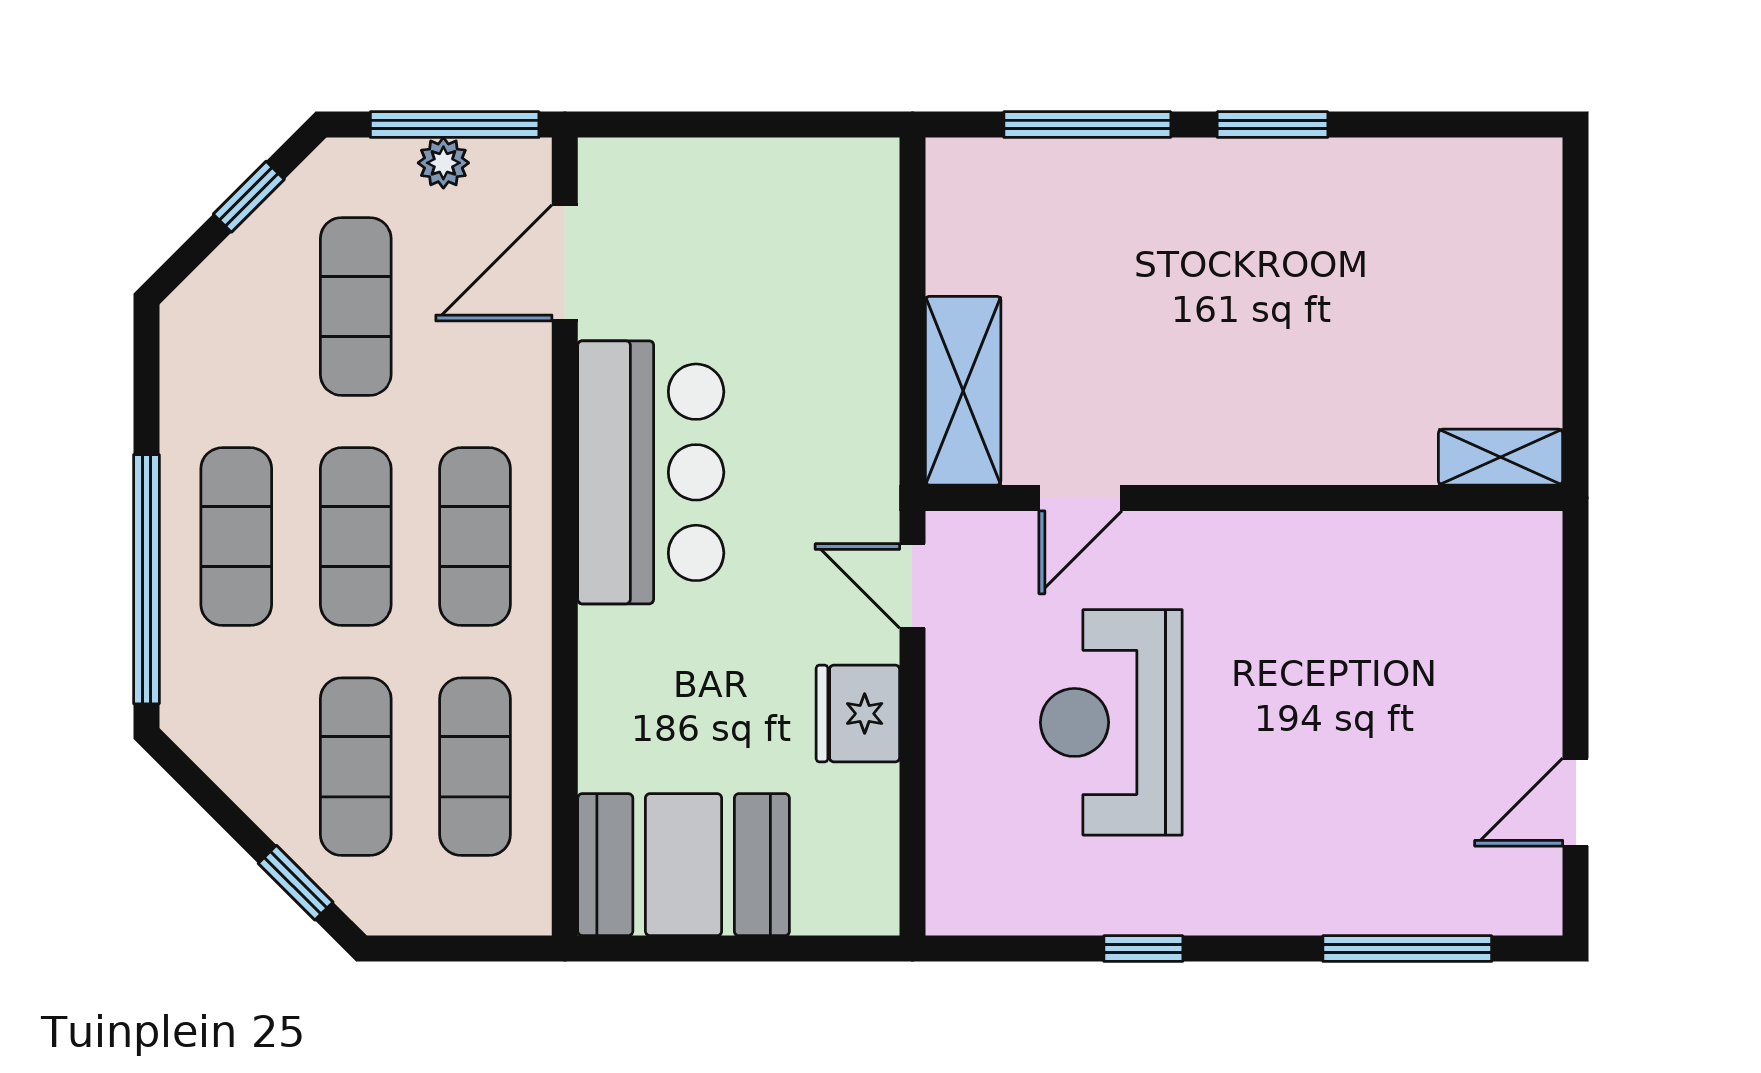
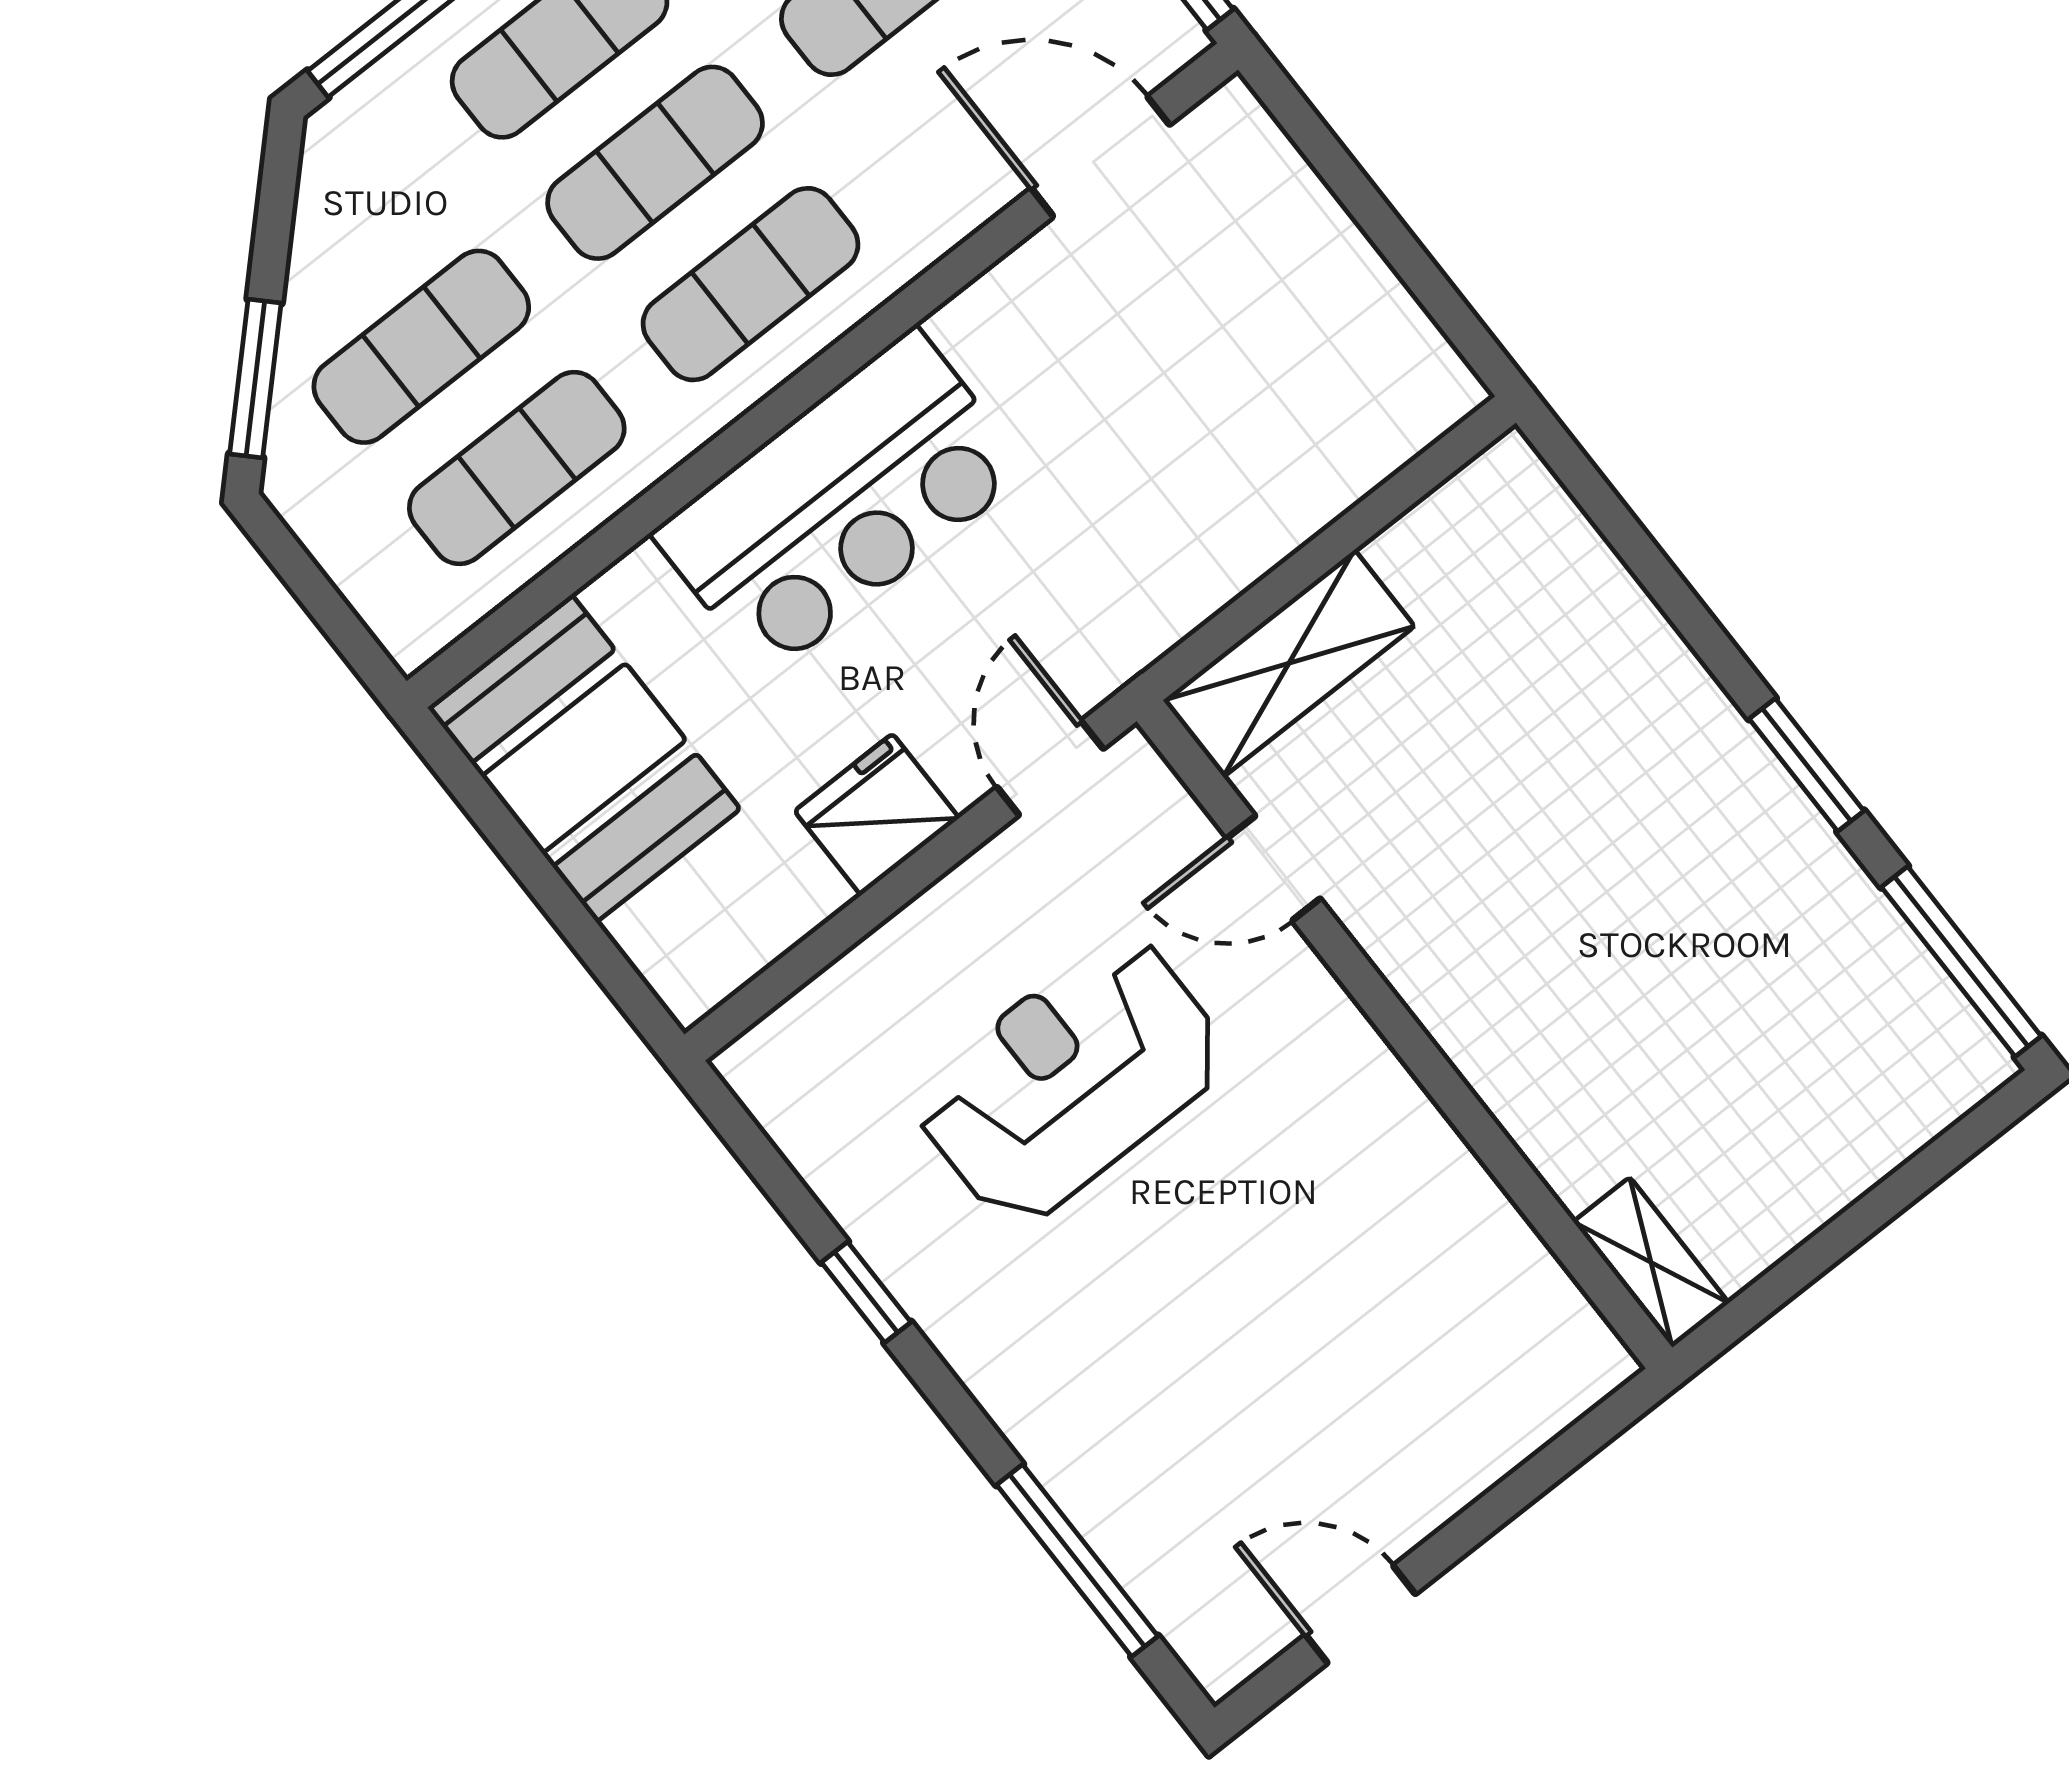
window: (1087, 125) -> (1961, 962), moved
bar counter: (651, 472) -> (840, 502), moved
window: (296, 883) -> (255, 379), width x1.50

